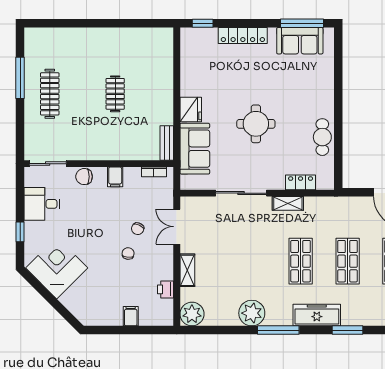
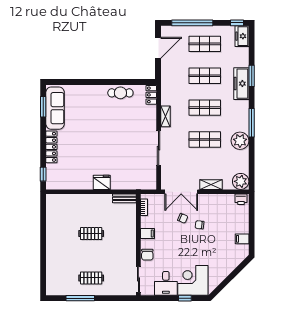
window: (302, 23) -> (43, 107), width x0.69
sofa: (300, 41) -> (55, 108), width x1.36
clothes rail: (50, 94) -> (91, 278), width x0.73
round table: (256, 124) -> (111, 138), removed
sofa: (195, 149) -> (128, 179), removed
locker: (301, 182) -> (151, 95), moved
double door: (177, 227) -> (181, 192), width x1.37
shop shelf: (254, 261) -> (205, 139), added
corner desk: (57, 268) -> (193, 280), moved, turned 45
printer: (166, 289) -> (241, 199), moved
freezer: (317, 315) -> (241, 84), moved
filing cabinet: (131, 316) -> (242, 239), moved

